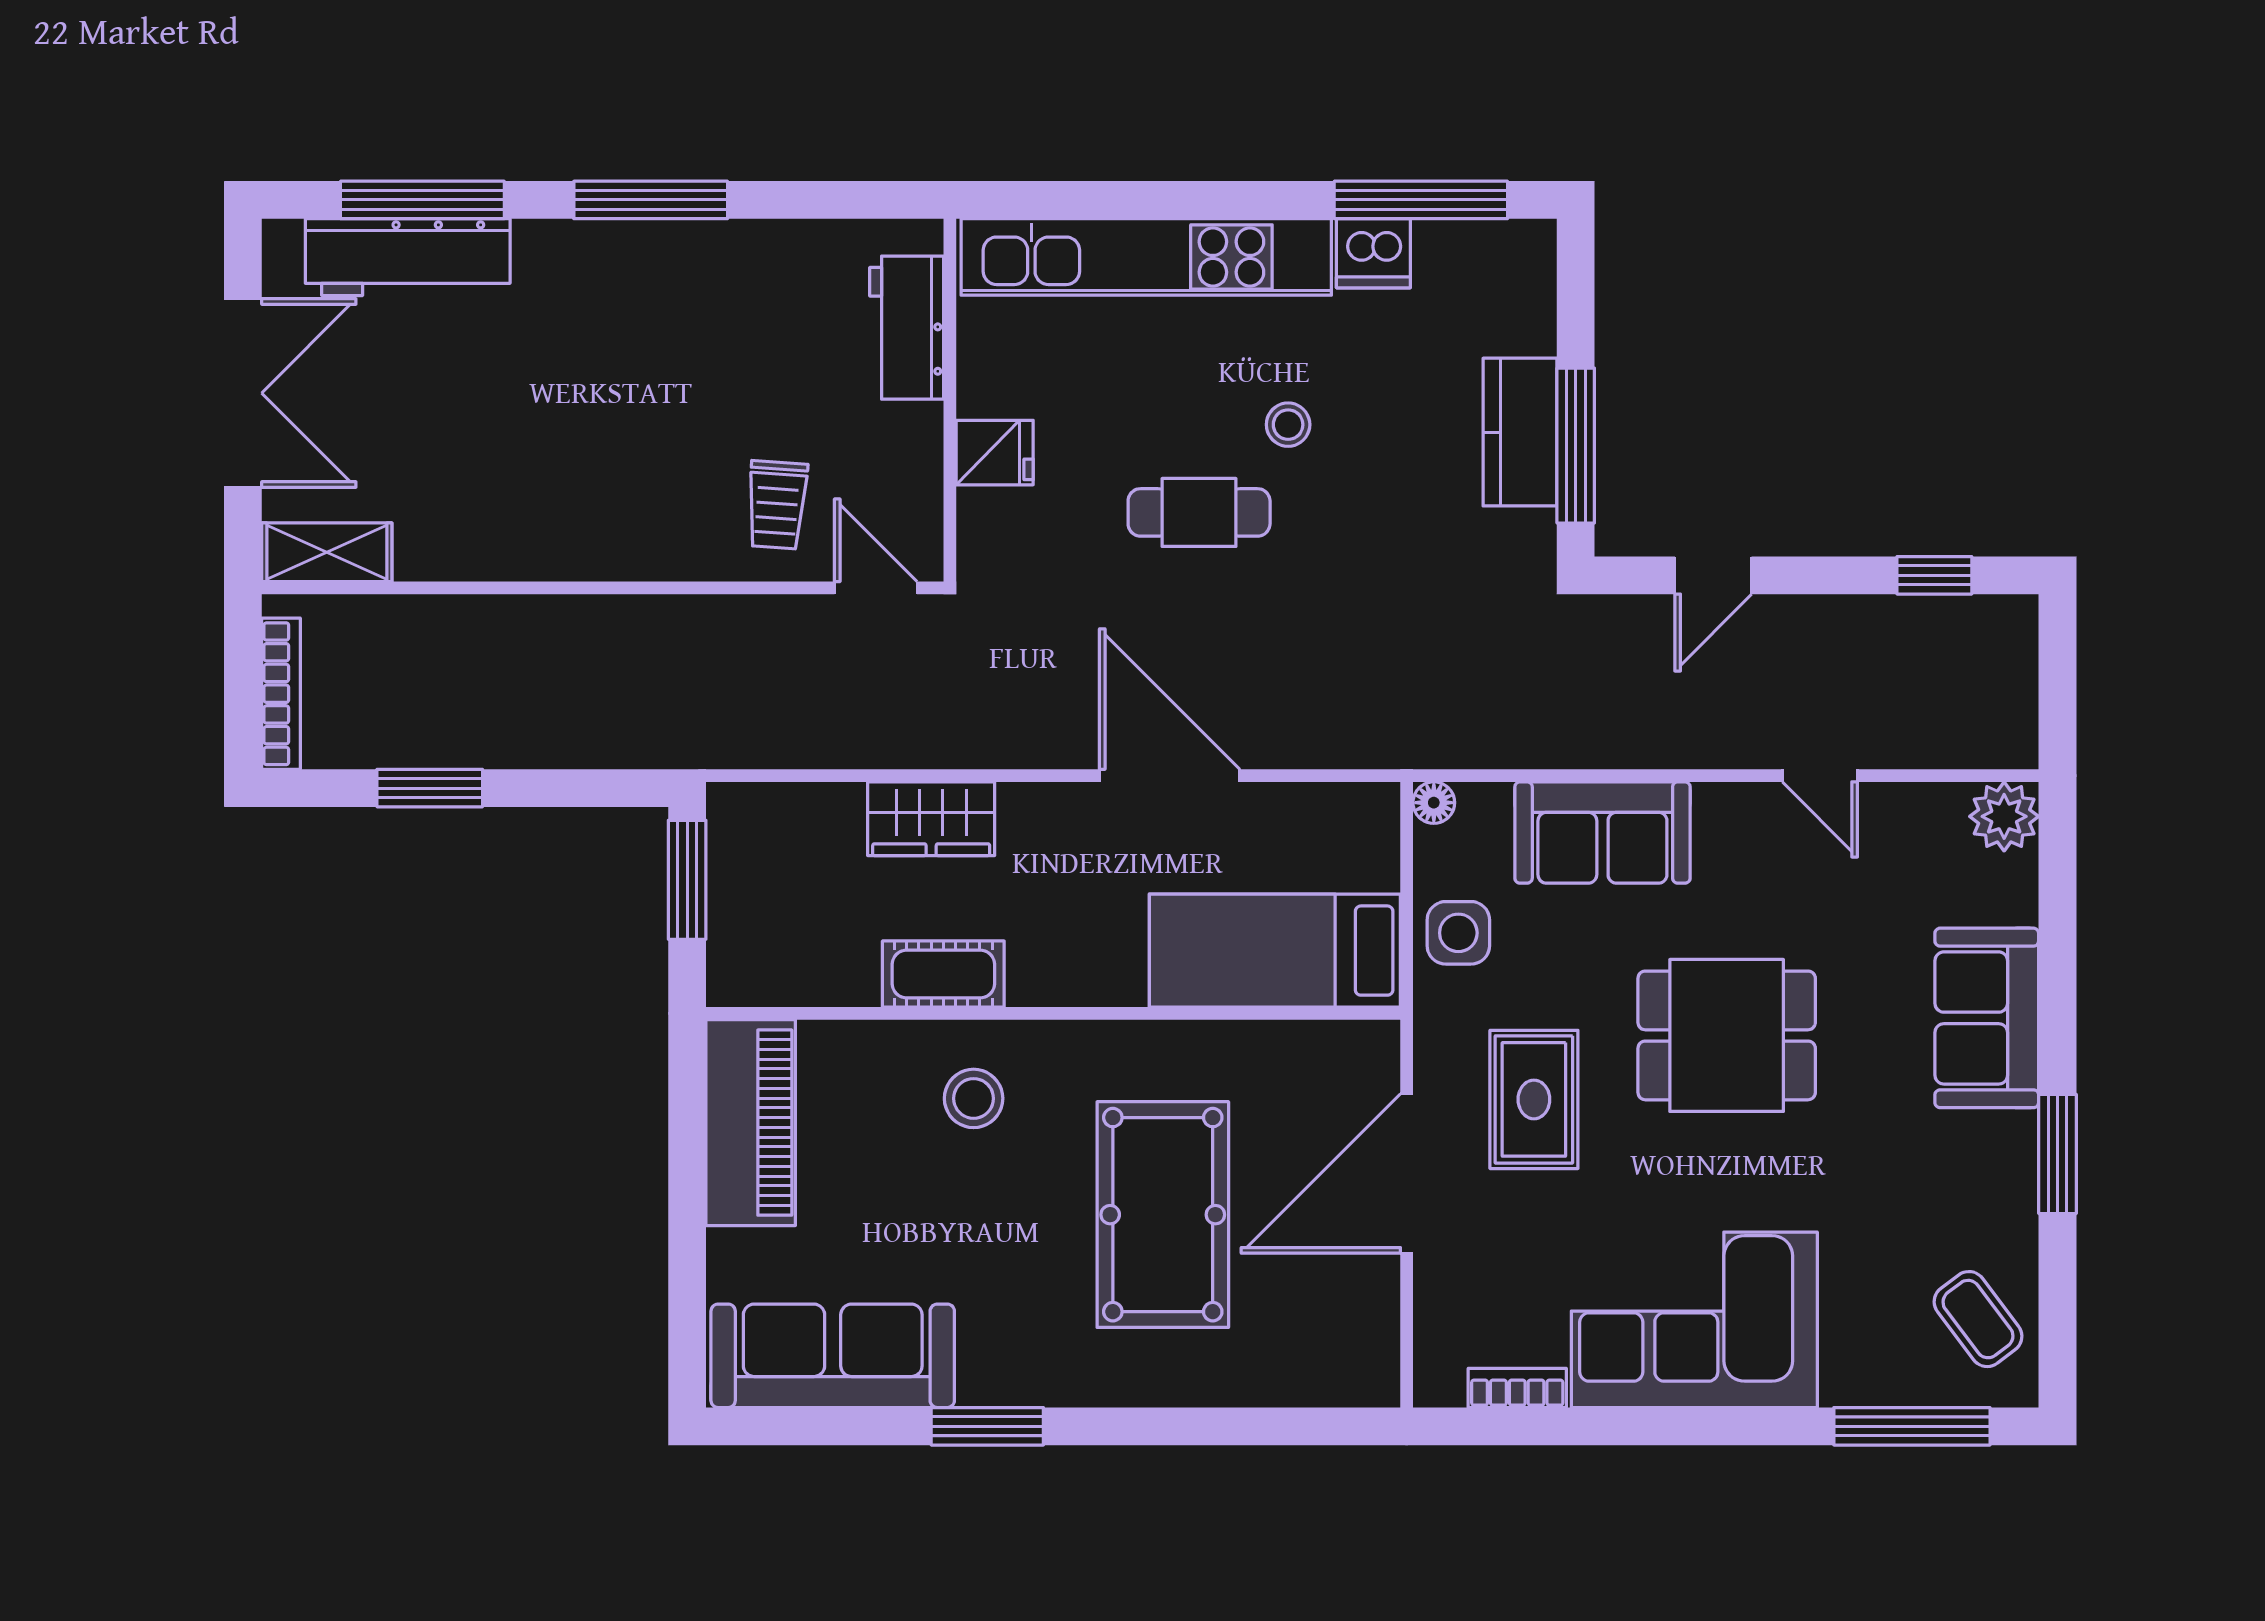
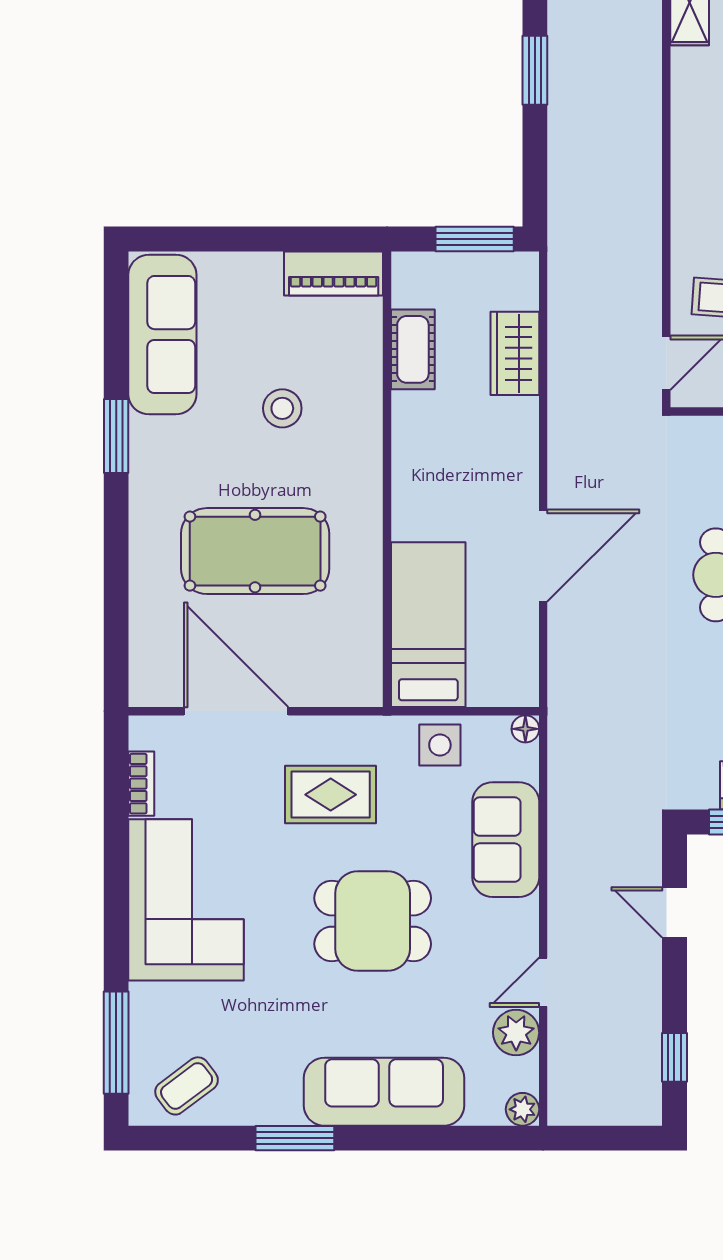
plant: (2004, 816) -> (522, 1109), width x0.73, depth x0.73
plant: (1897, 817) -> (516, 1033), added
wardrobe: (931, 819) -> (515, 353), moved
cot: (943, 974) -> (413, 349), moved
sofa: (1987, 1018) -> (384, 1092), width x1.36
dining table: (1727, 1035) -> (373, 921), turned 90
stool: (974, 1098) -> (282, 408), moved
piano: (751, 1123) -> (334, 273), width x0.73, depth x0.75
door: (1407, 1174) -> (236, 711), moved

